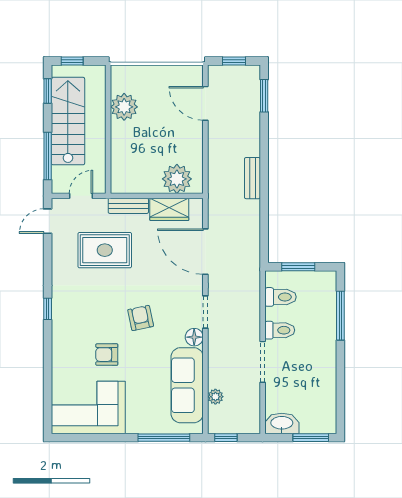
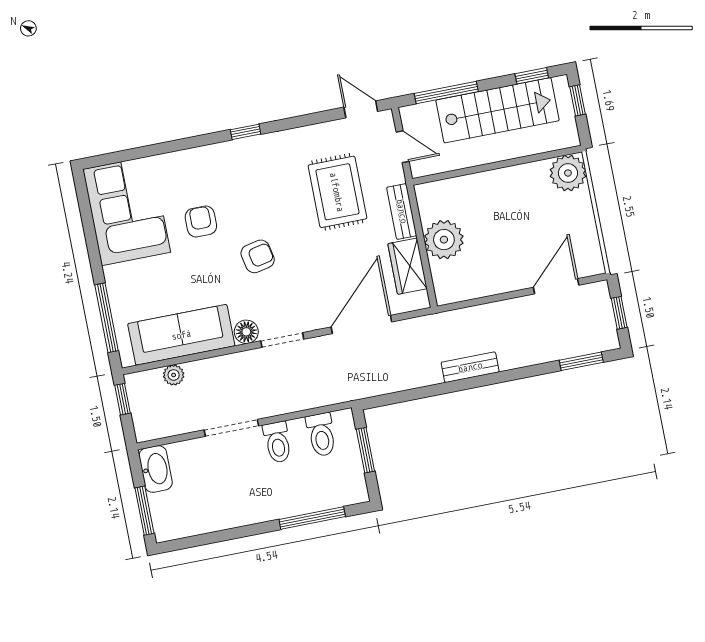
plant: (124, 107) -> (568, 173), moved
plant: (177, 179) -> (444, 240), moved

